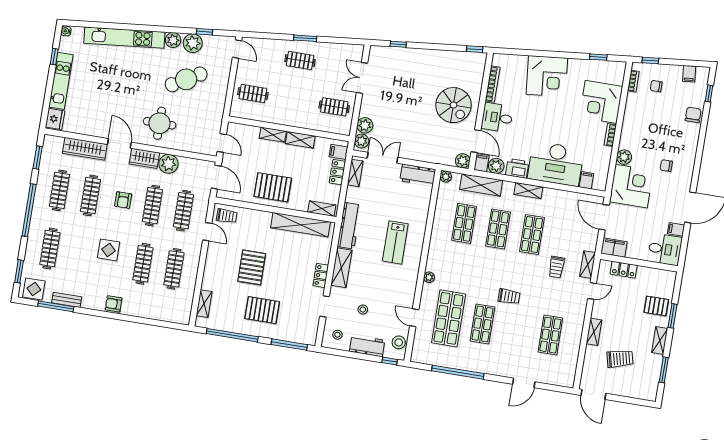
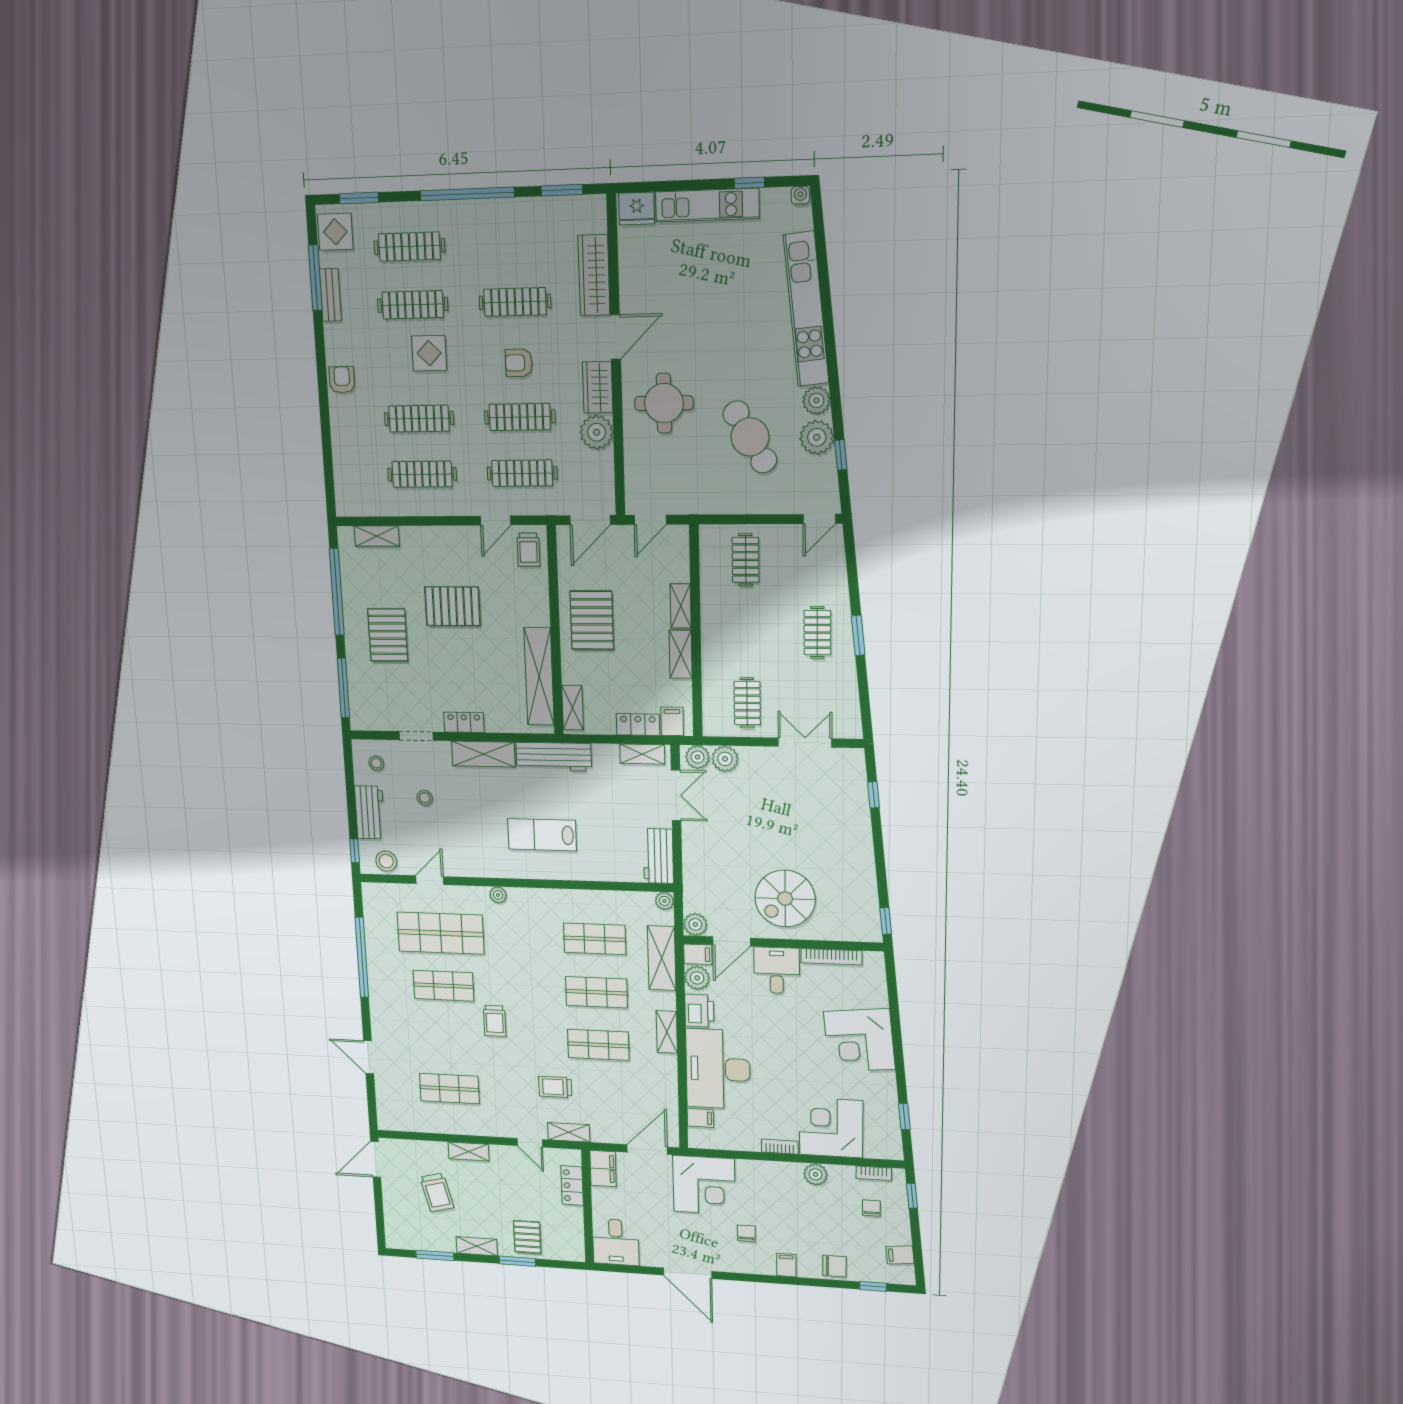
plant: (624, 157) -> (816, 1174), moved
clothes rail: (59, 190) -> (413, 305), moved
filing cabinet: (676, 229) -> (786, 1265), moved

